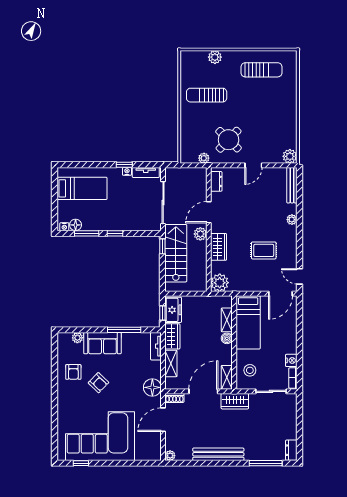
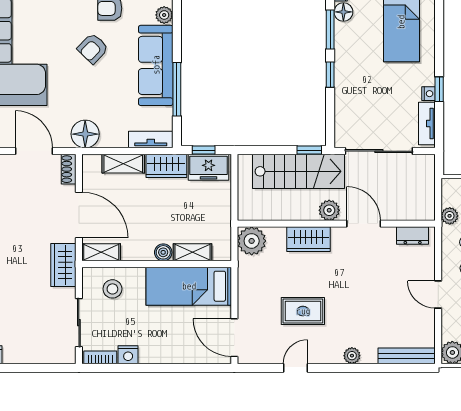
rug: (264, 250) -> (303, 311), turned 90
door: (300, 276) -> (295, 368), moved
sofa: (102, 343) -> (156, 65), width x1.36

